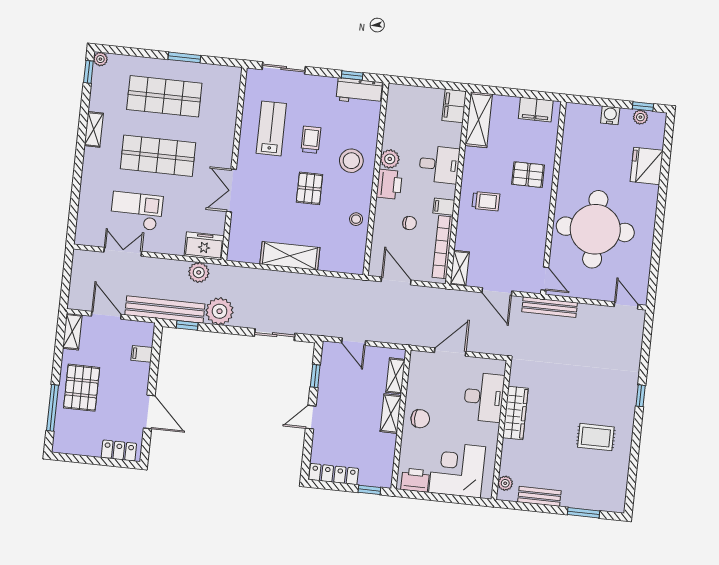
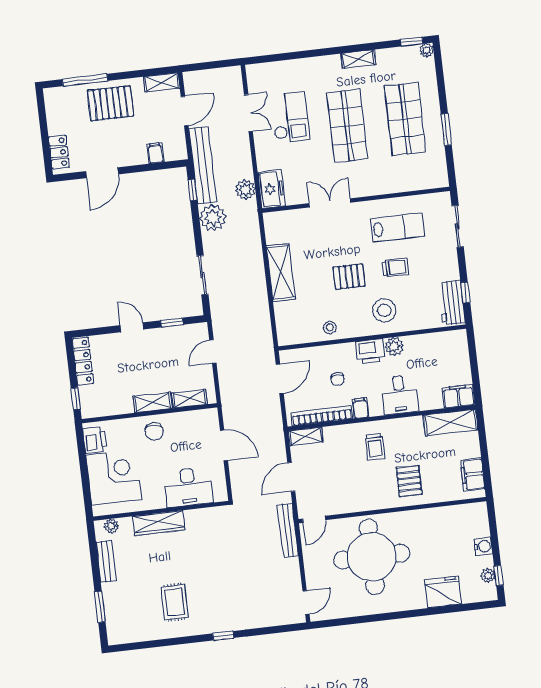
wardrobe: (515, 413) -> (159, 523), moved

